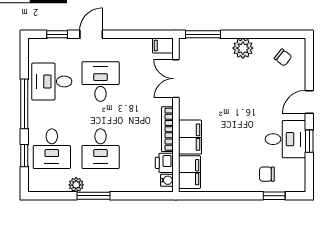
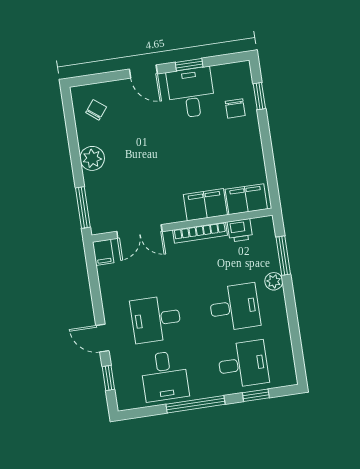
water cooler: (167, 180) -> (260, 224), removed
plant: (76, 185) -> (274, 281), moved
window: (93, 196) -> (283, 256), moved

